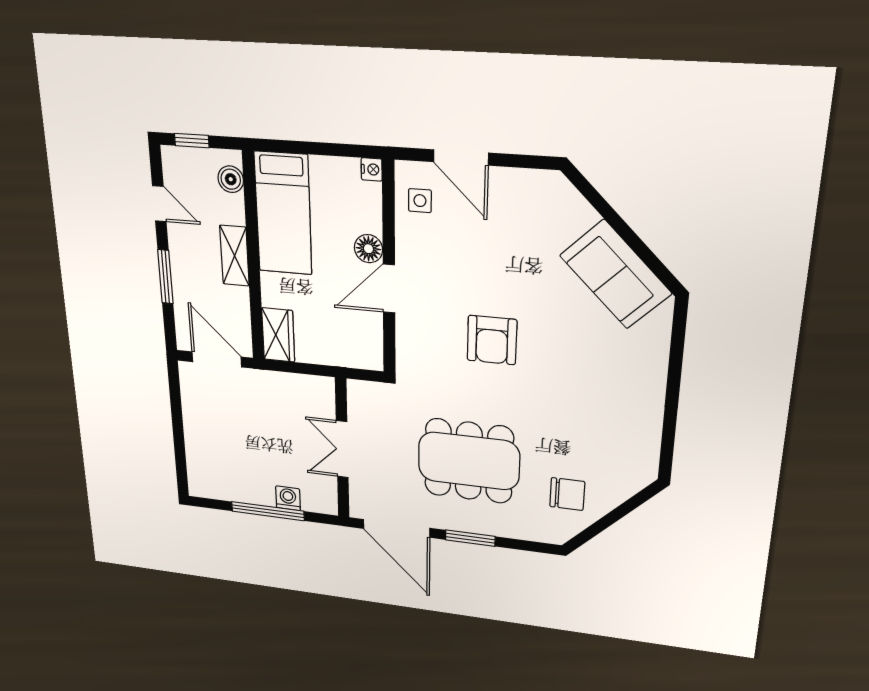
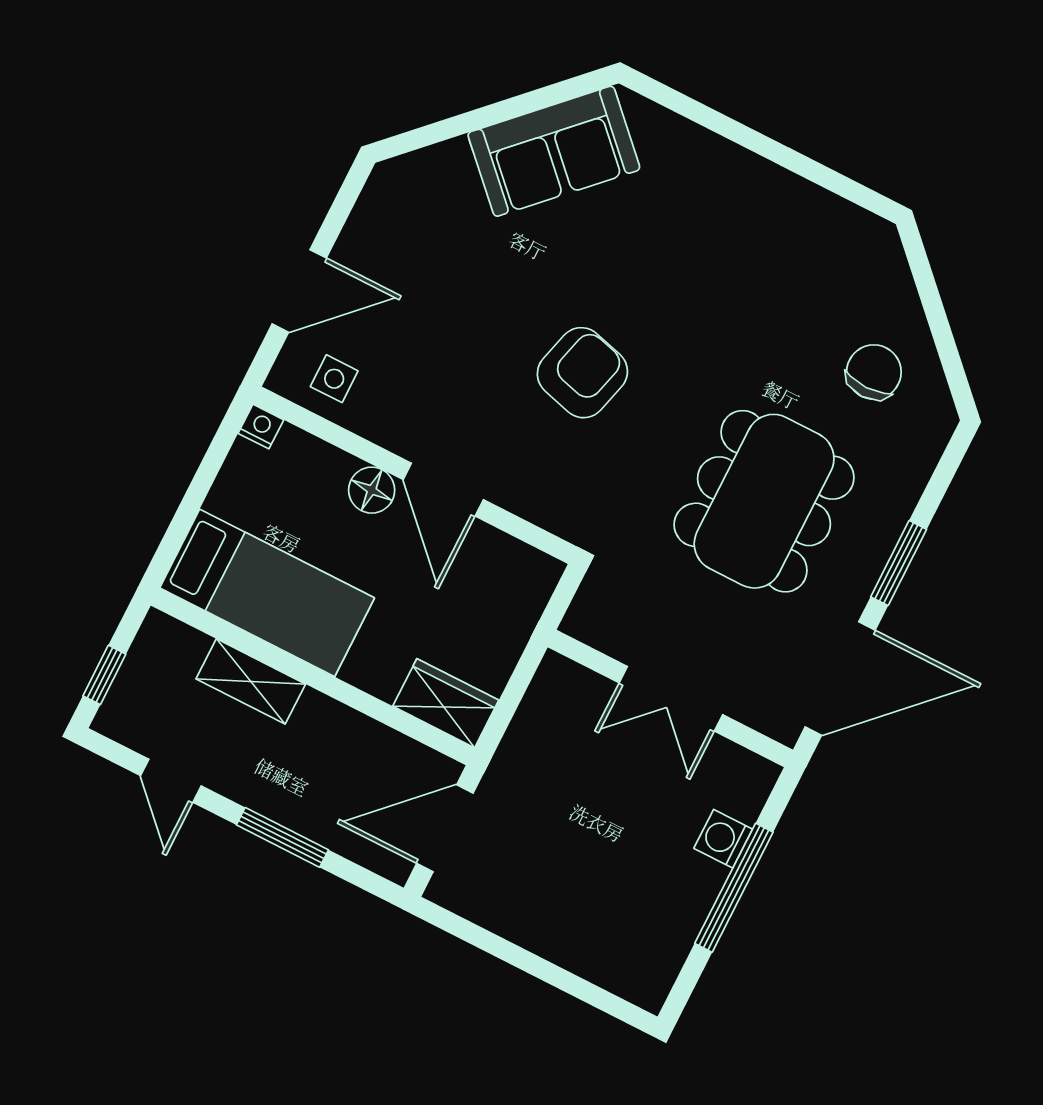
boiler: (231, 179) -> (184, 646), removed
door: (159, 204) -> (171, 781), swing flipped
shelving: (235, 256) -> (251, 681), moved
armchair: (492, 340) -> (582, 373), turned -75

